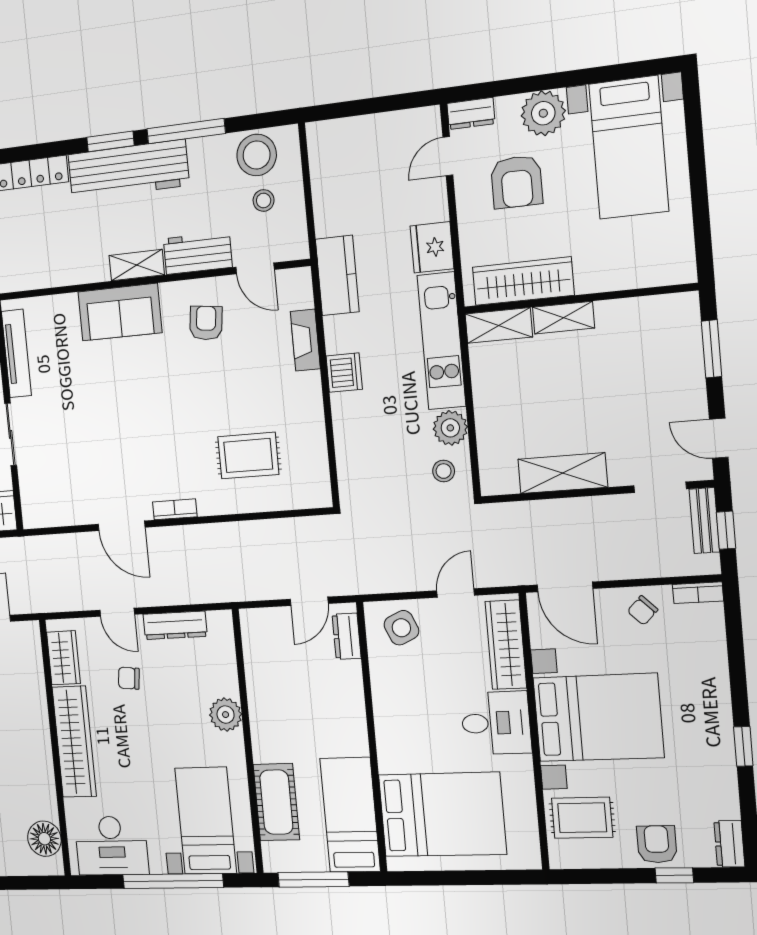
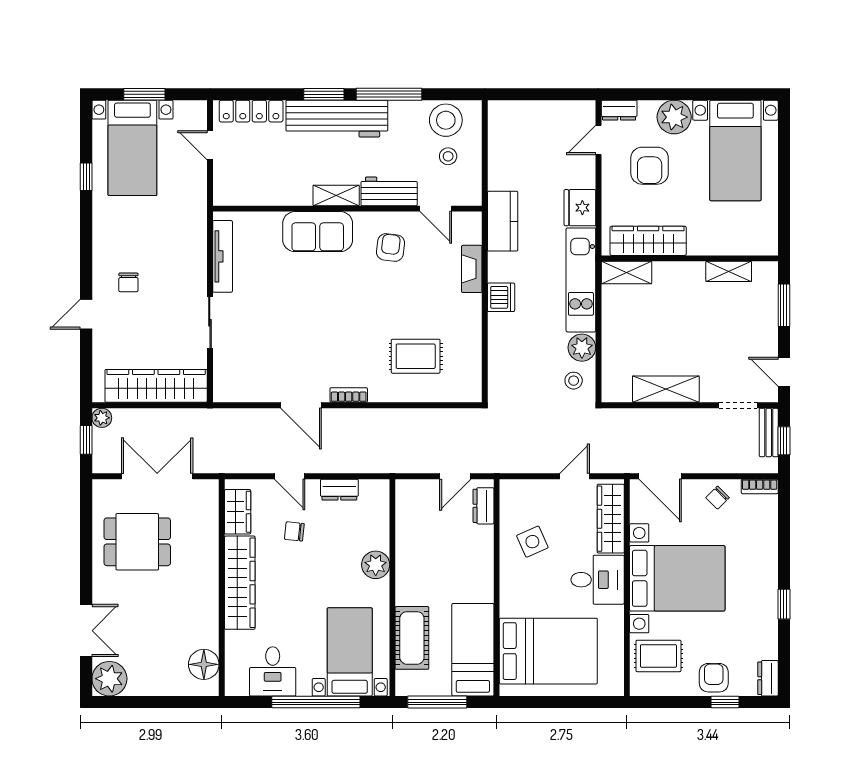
shelving: (563, 318) -> (729, 271), moved
dresser: (175, 625) -> (339, 490), width x0.70
side table: (401, 628) -> (532, 542), moved
desk: (111, 846) -> (273, 671), width x0.73

